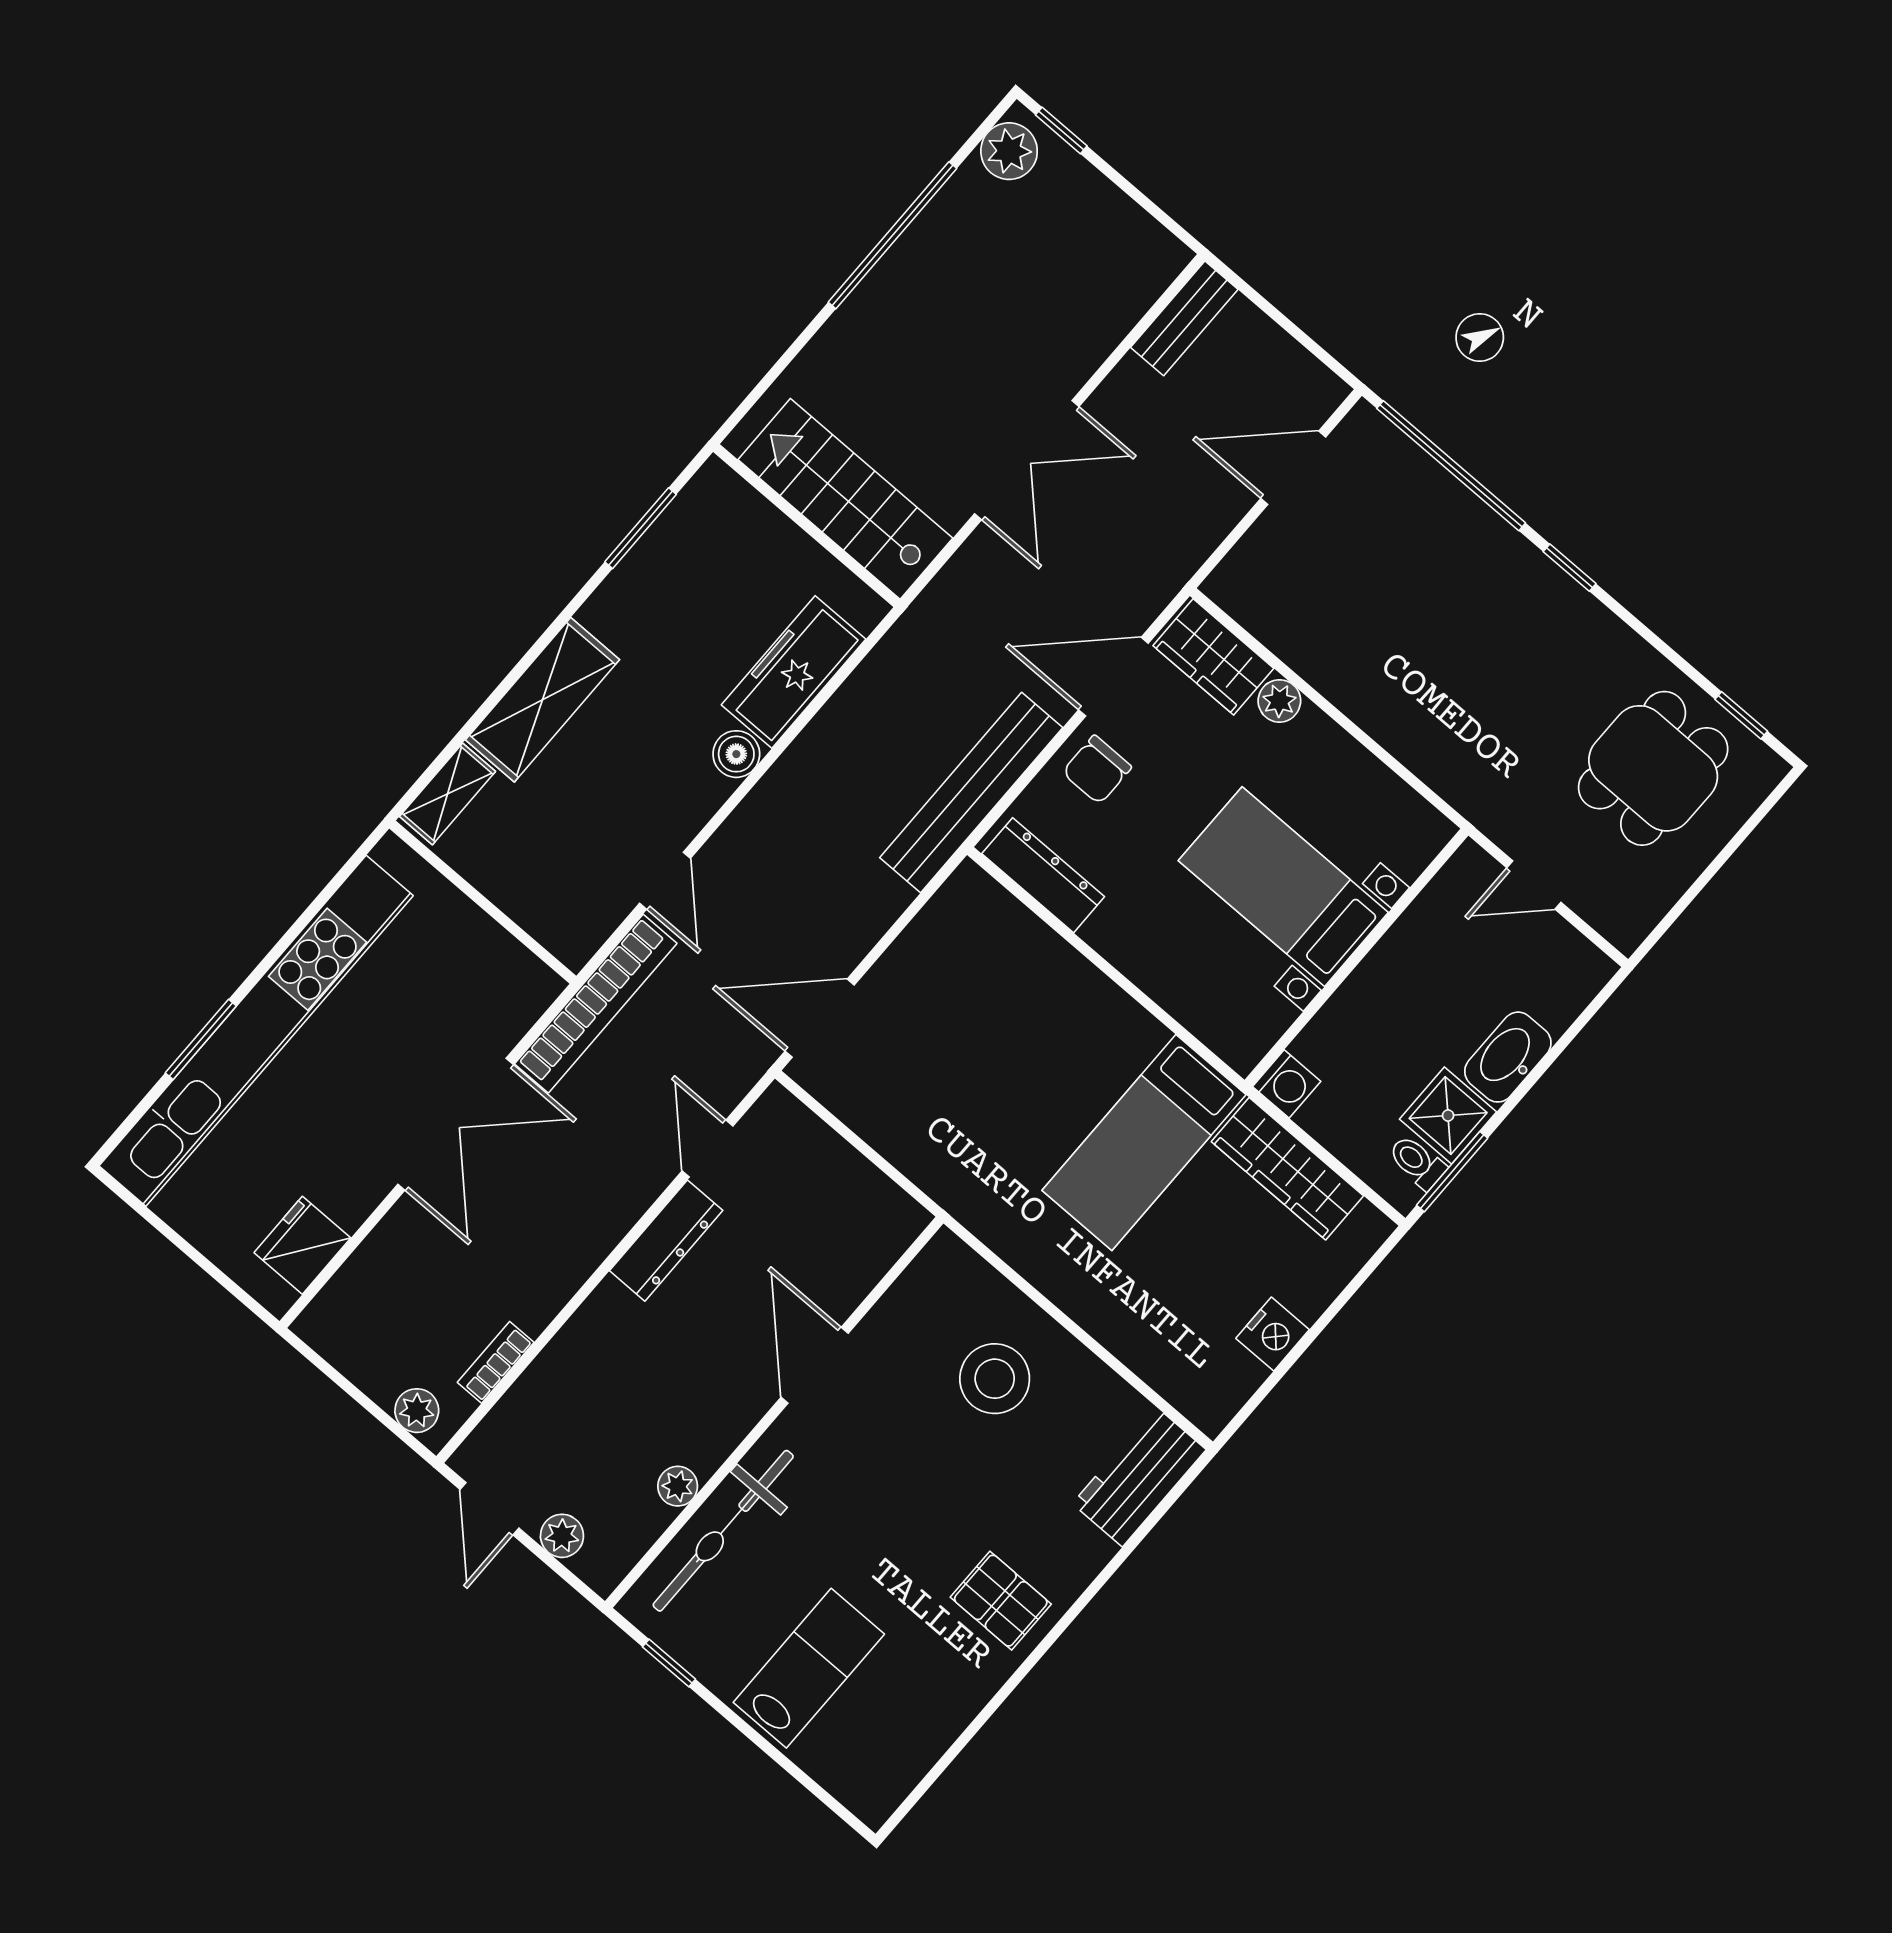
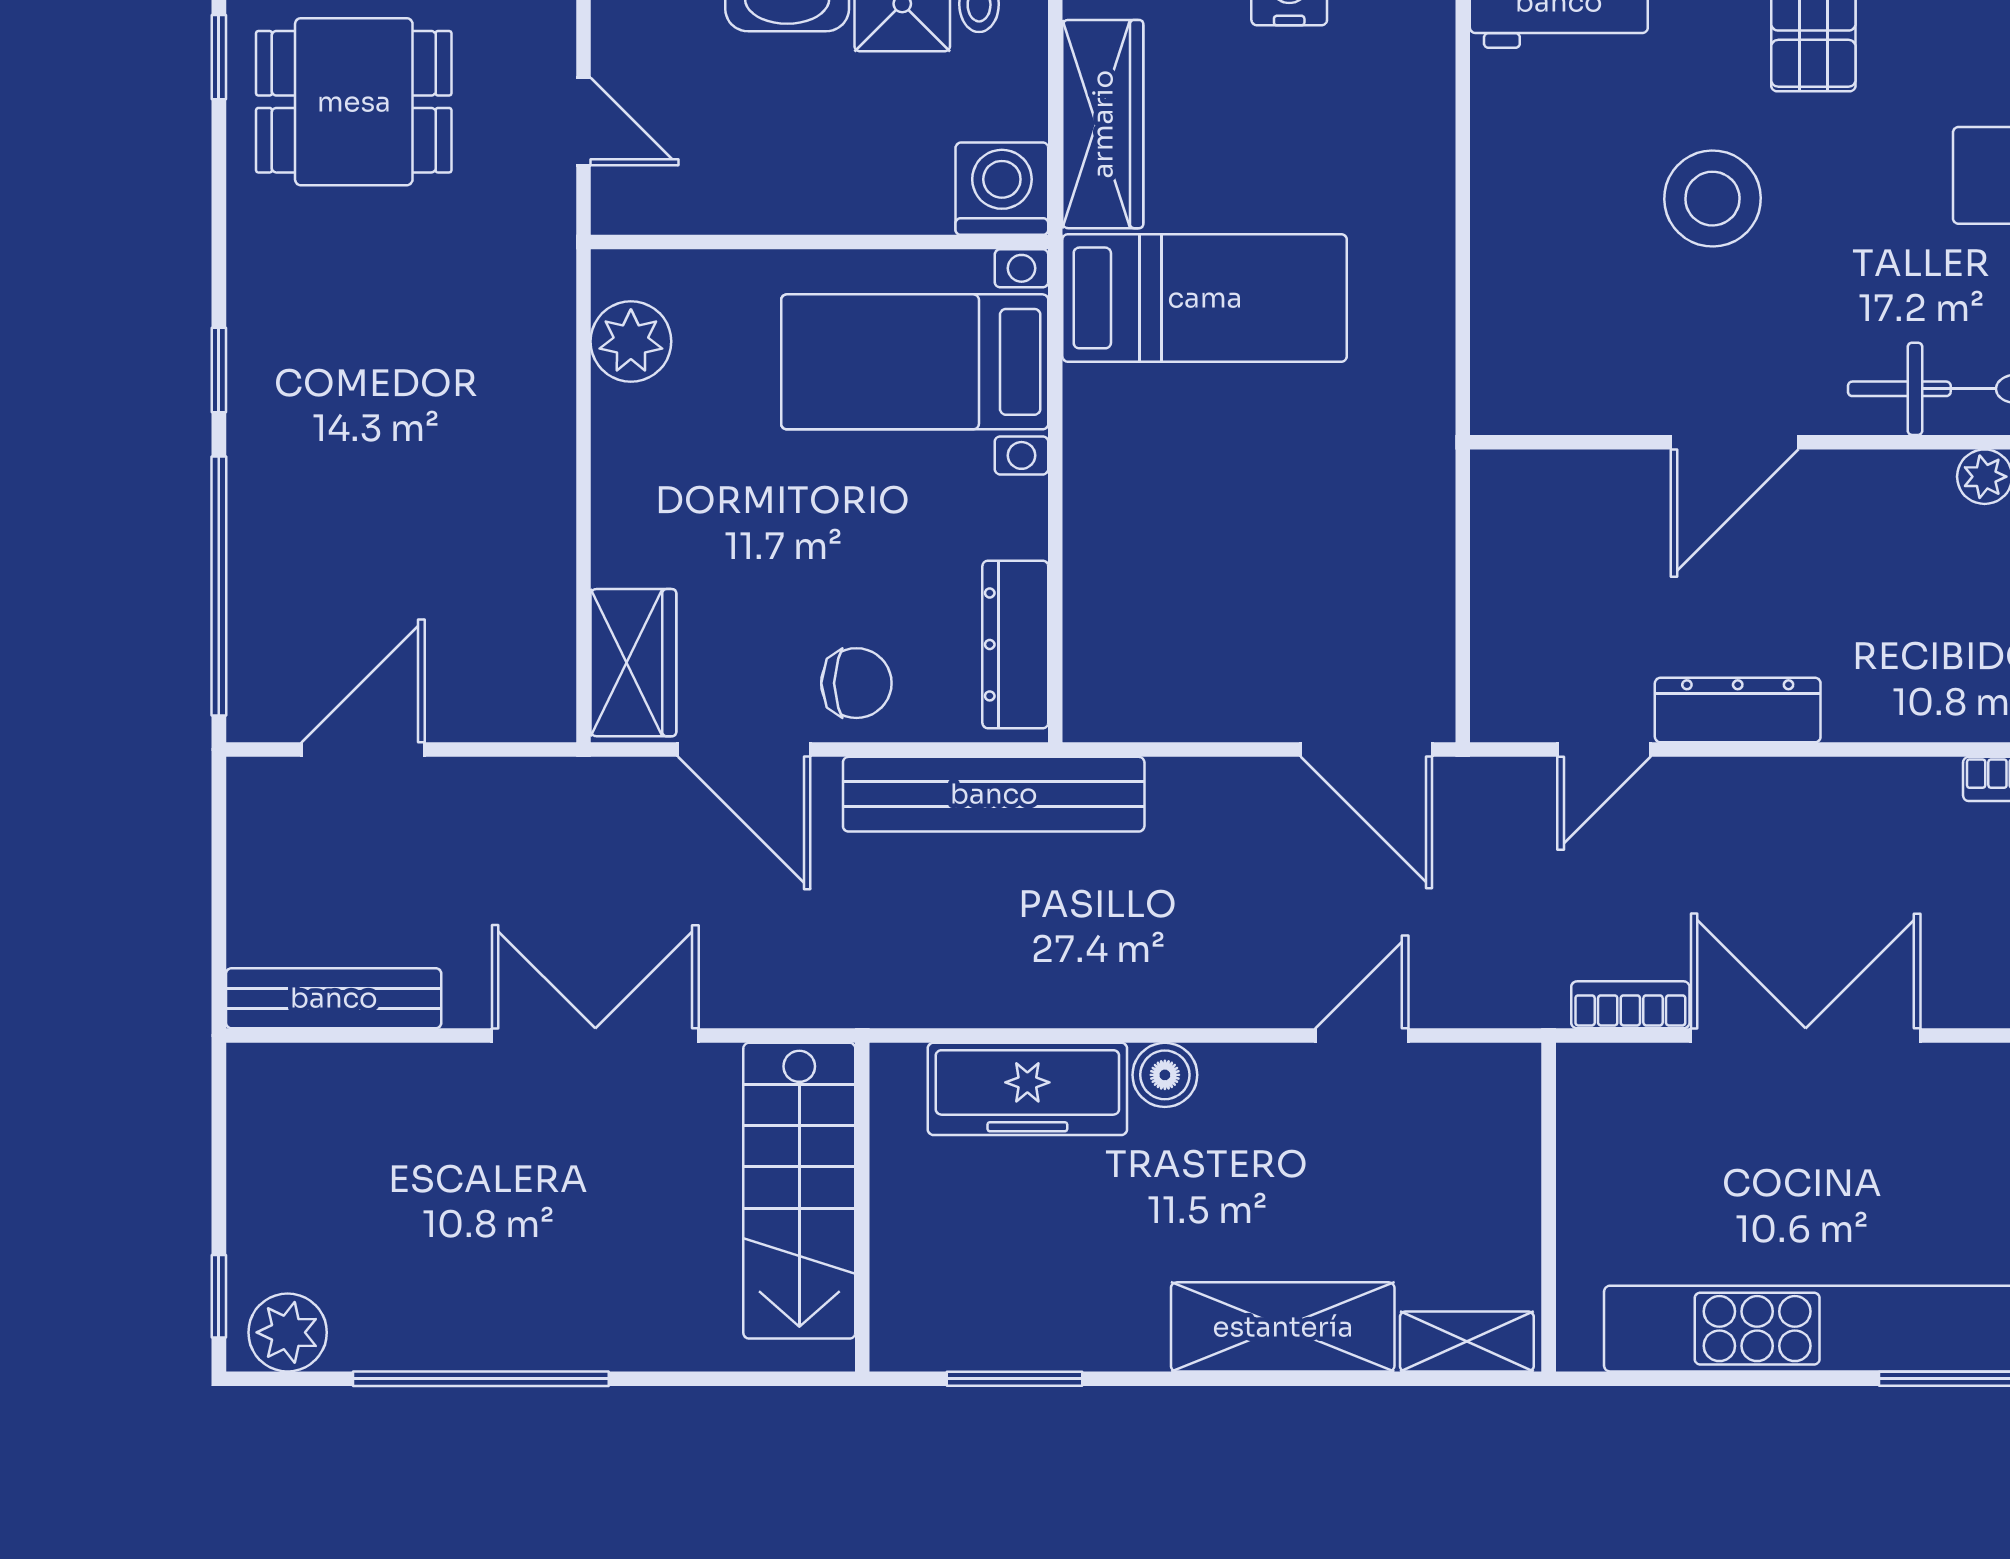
bench: (1184, 318) -> (334, 998), width x1.36
door: (1293, 468) -> (363, 750), swing flipped
plant: (1279, 701) -> (631, 341), moved, width x1.38, depth x1.38
bed with nightstands: (1283, 887) -> (915, 362), moved, turned 90
bookcase: (596, 1004) -> (1630, 1005), width x0.43, depth x0.76
washing machine: (1287, 1084) -> (1002, 189), width x1.38, depth x1.38
stool: (995, 1379) -> (1712, 199), moved

